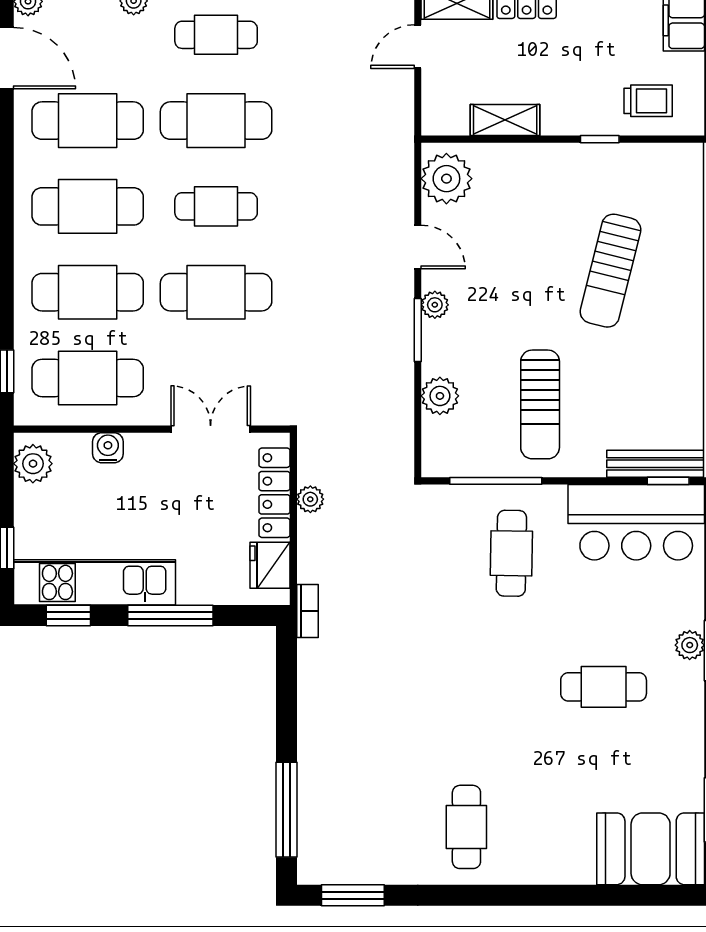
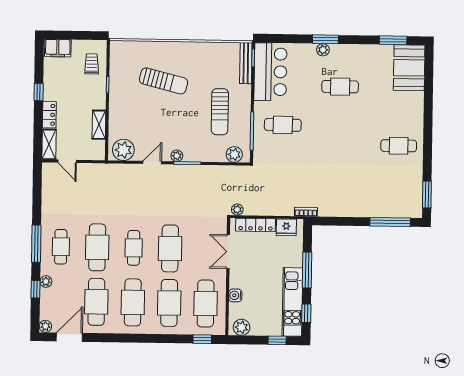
plant: (440, 396) -> (234, 154), moved
sun lounger: (540, 404) -> (220, 112), turned 90
plant: (310, 499) -> (237, 210), moved
cafe table: (604, 687) -> (340, 87), turned 90

